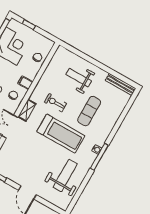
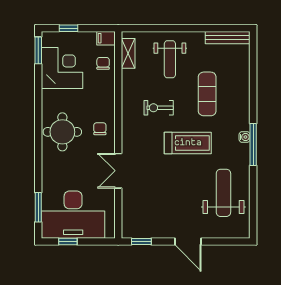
weight bench: (79, 78) -> (170, 59), turned -90
filing cabinet: (25, 83) -> (106, 38), moved
shelving: (27, 110) -> (128, 53), moved
treadmill: (61, 134) -> (188, 143), width x0.73, depth x0.73

